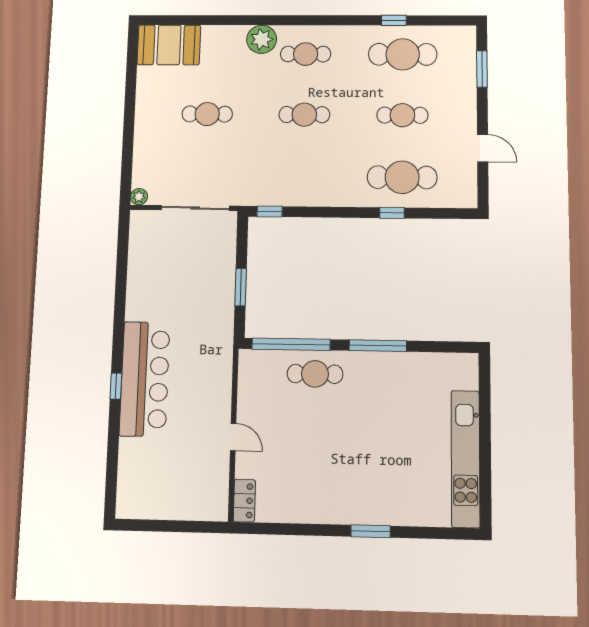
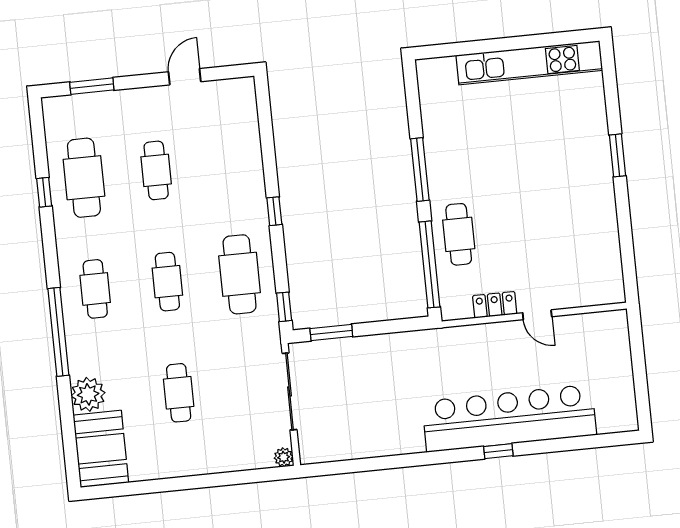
window: (273, 20) -> (58, 332), added
plant: (262, 39) -> (88, 394), moved
cafe table: (402, 177) -> (240, 274), moved
window: (392, 213) -> (274, 211), moved
window: (241, 287) -> (331, 333), moved
bar counter: (145, 379) -> (509, 418), width x1.36
door: (233, 437) -> (537, 315), swing flipped
locker: (244, 501) -> (495, 305), moved

